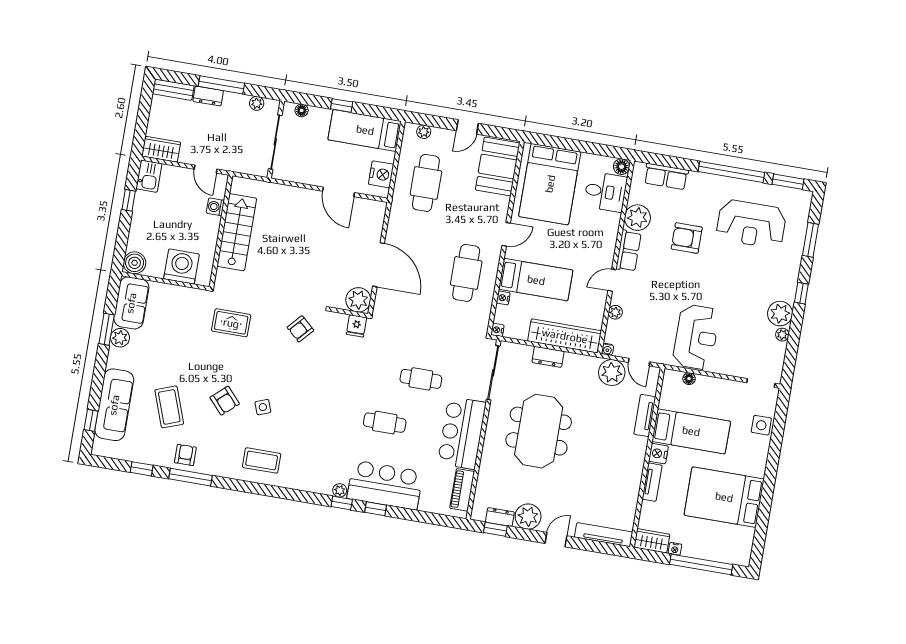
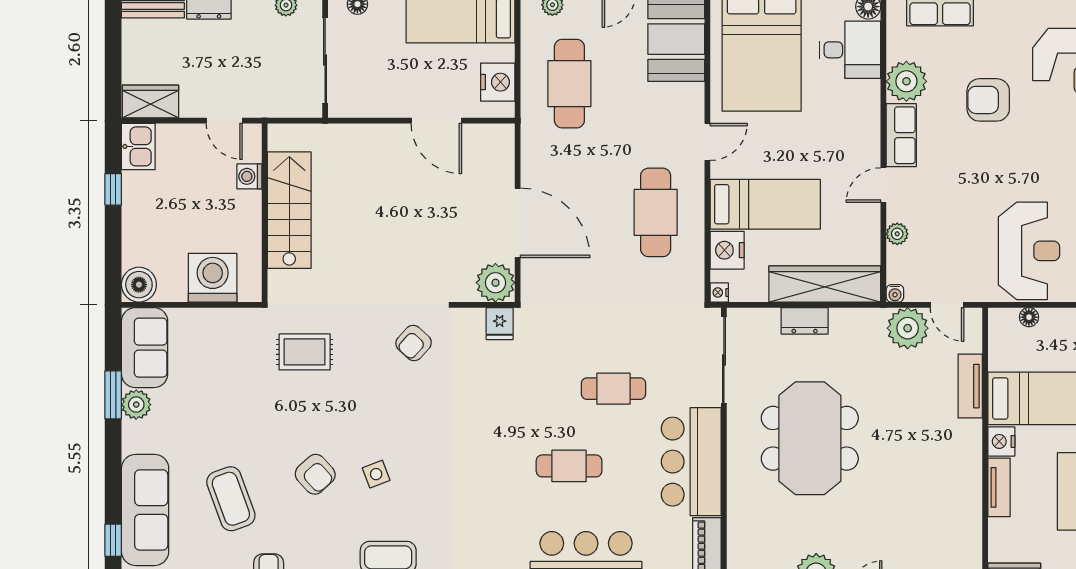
nightstand: (503, 298) -> (727, 250), width x1.89, depth x1.79

